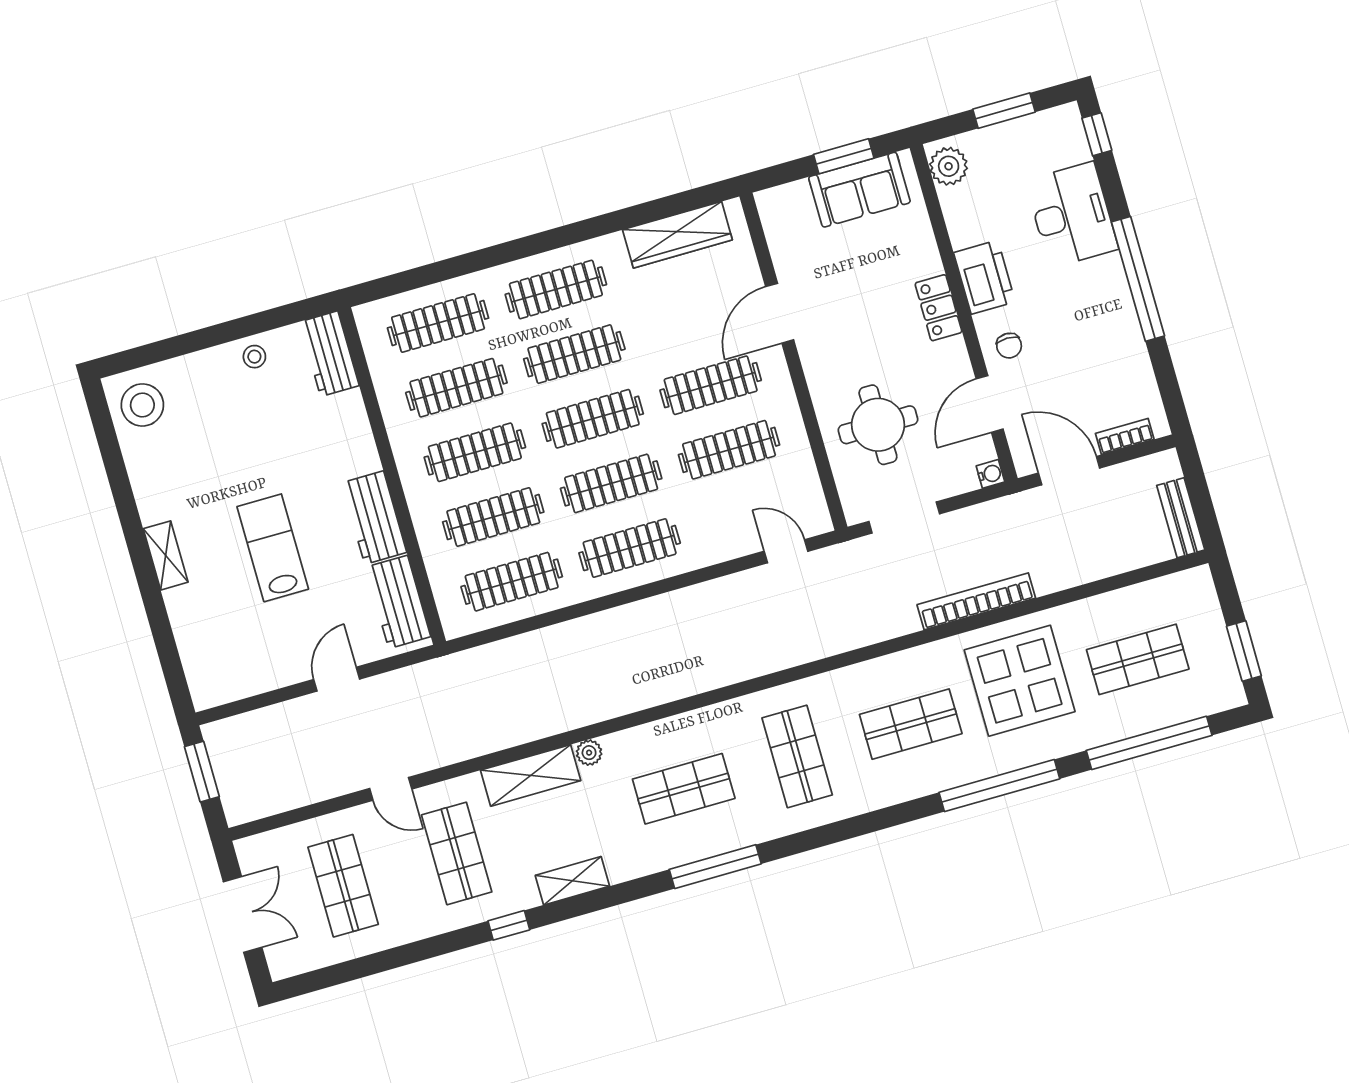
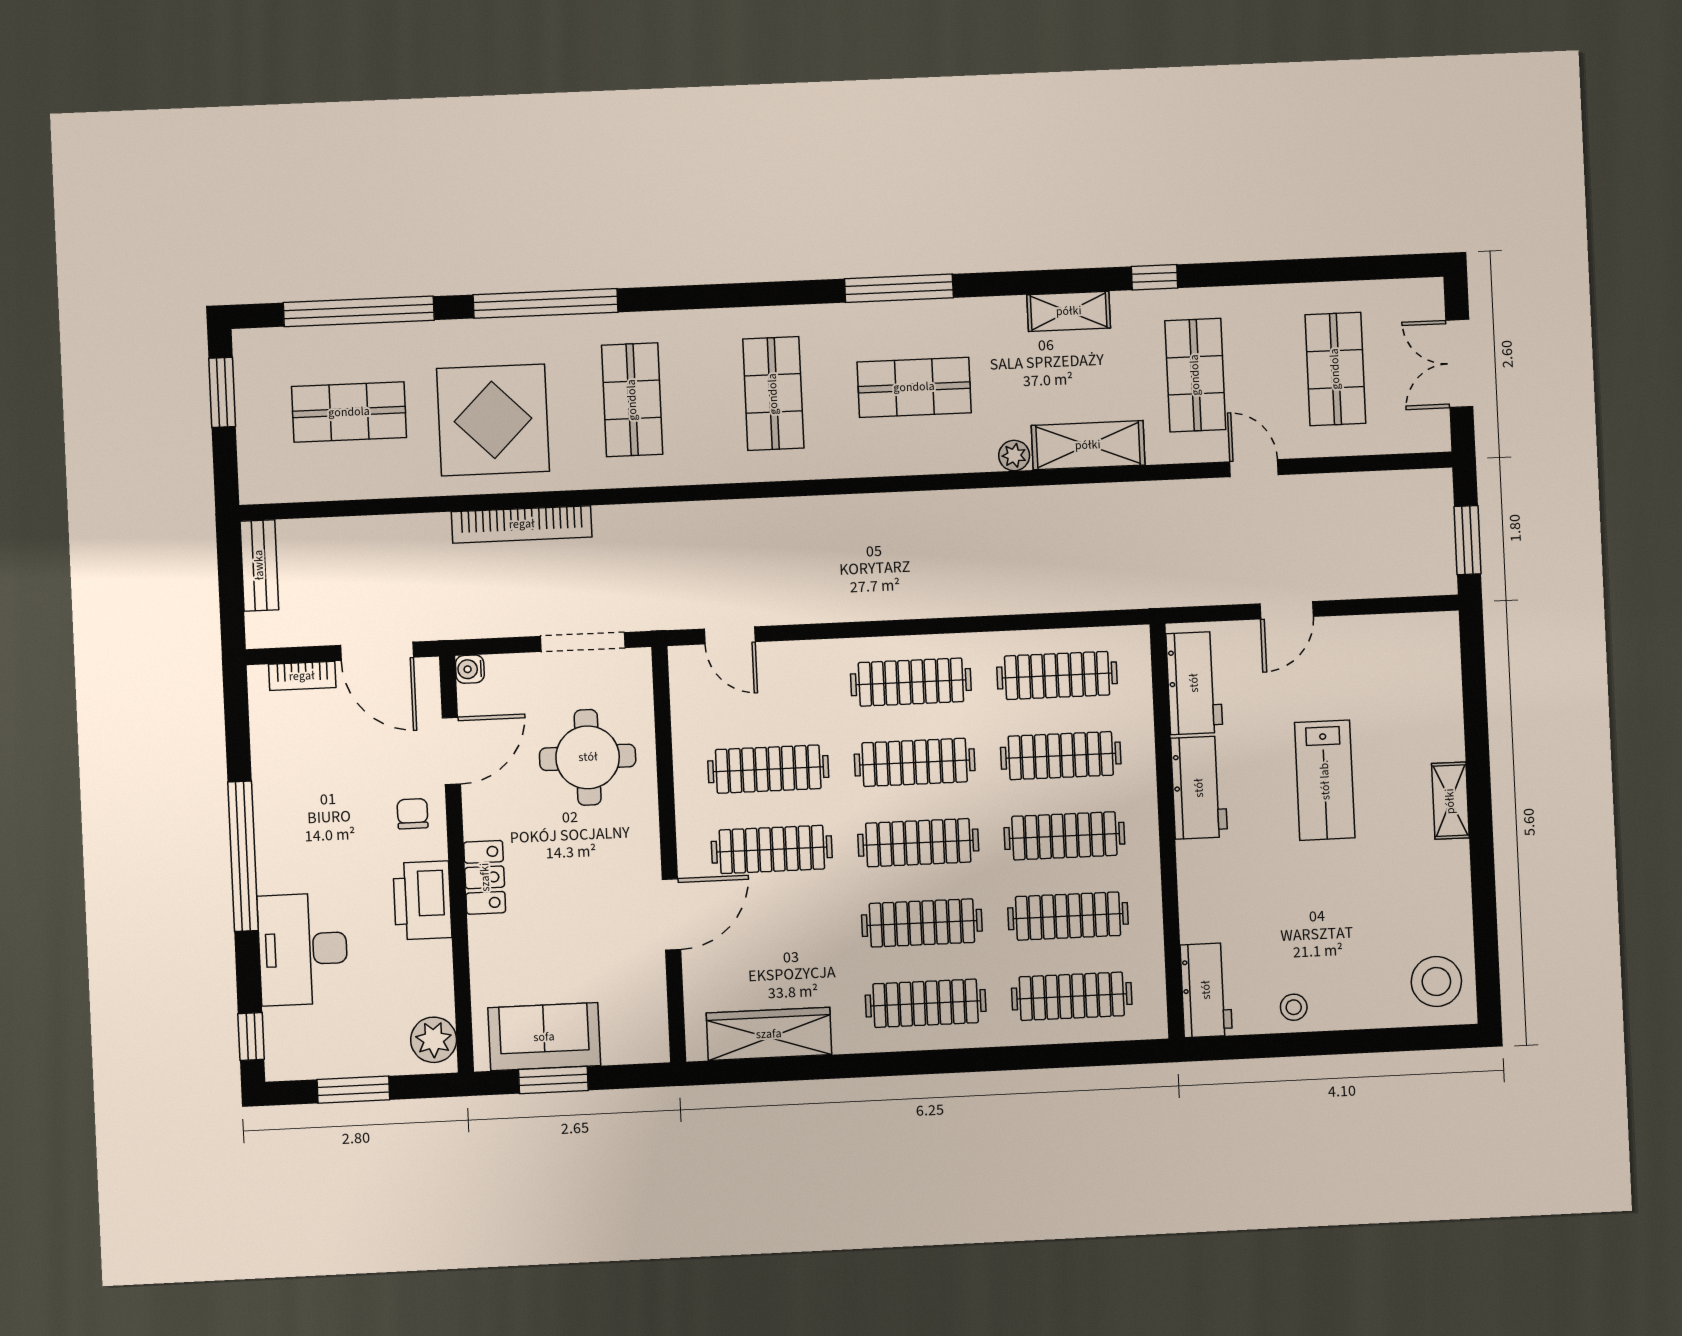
shop shelf: (911, 724) -> (632, 400), turned 90

